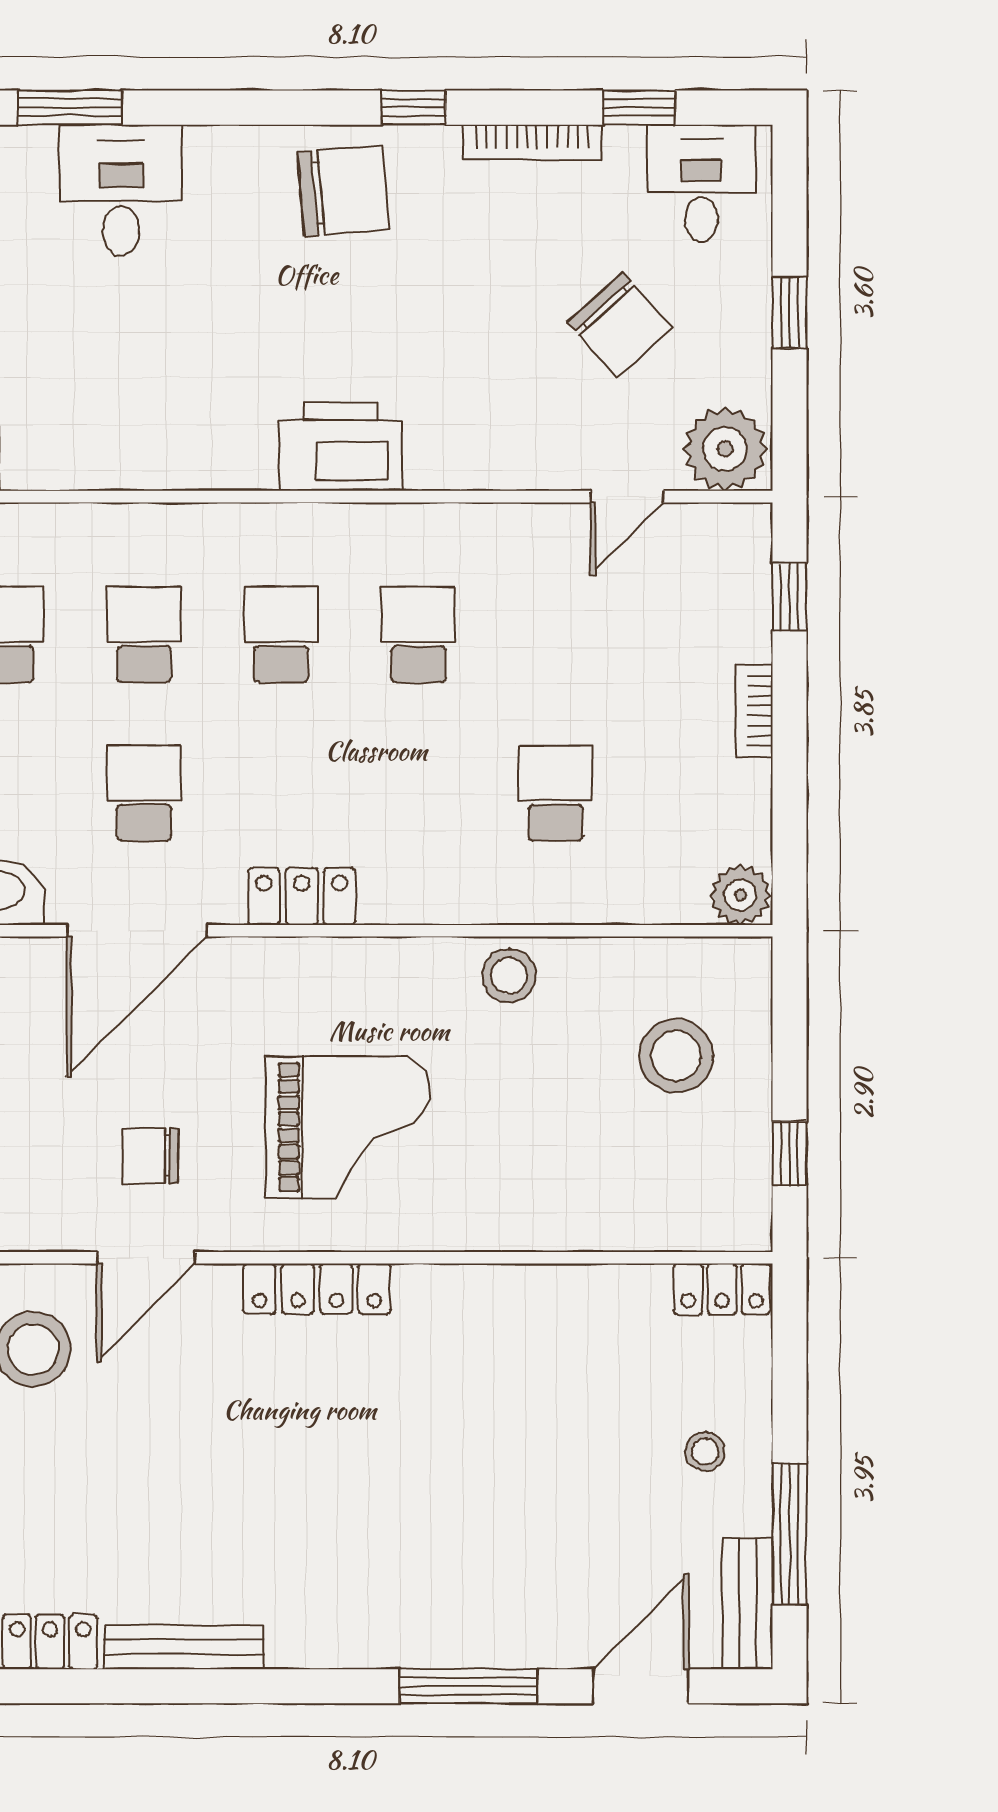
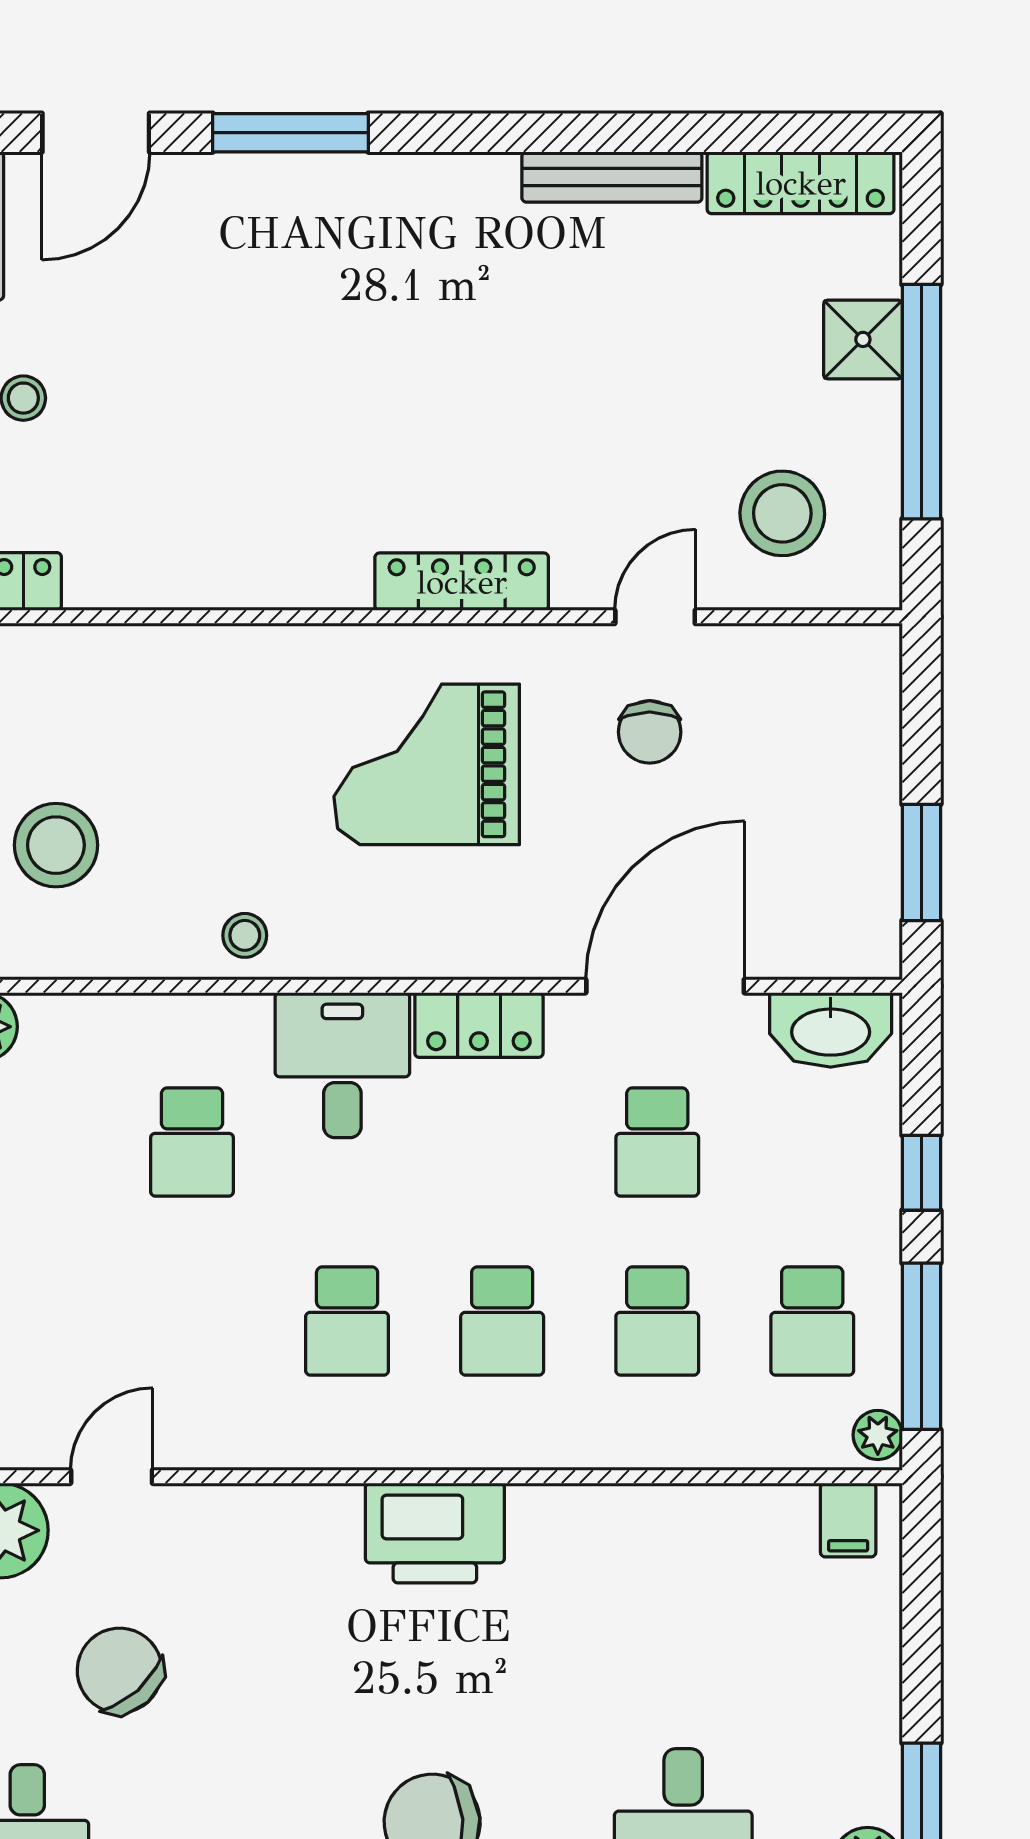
desk: (423, 861) -> (342, 1065), added
stool: (509, 976) -> (245, 935), width x0.73, depth x0.73
chair: (151, 1156) -> (650, 732), turned 90
door: (146, 1258) -> (655, 617), width x0.73

